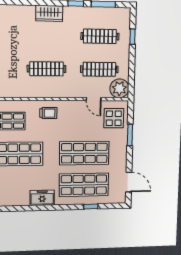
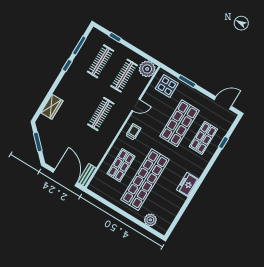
wardrobe: (49, 13) -> (52, 107), moved
door: (94, 99) -> (136, 105), moved
shop shelf: (84, 185) -> (203, 138), width x0.70, depth x0.74
freezer: (42, 198) -> (188, 185), moved

